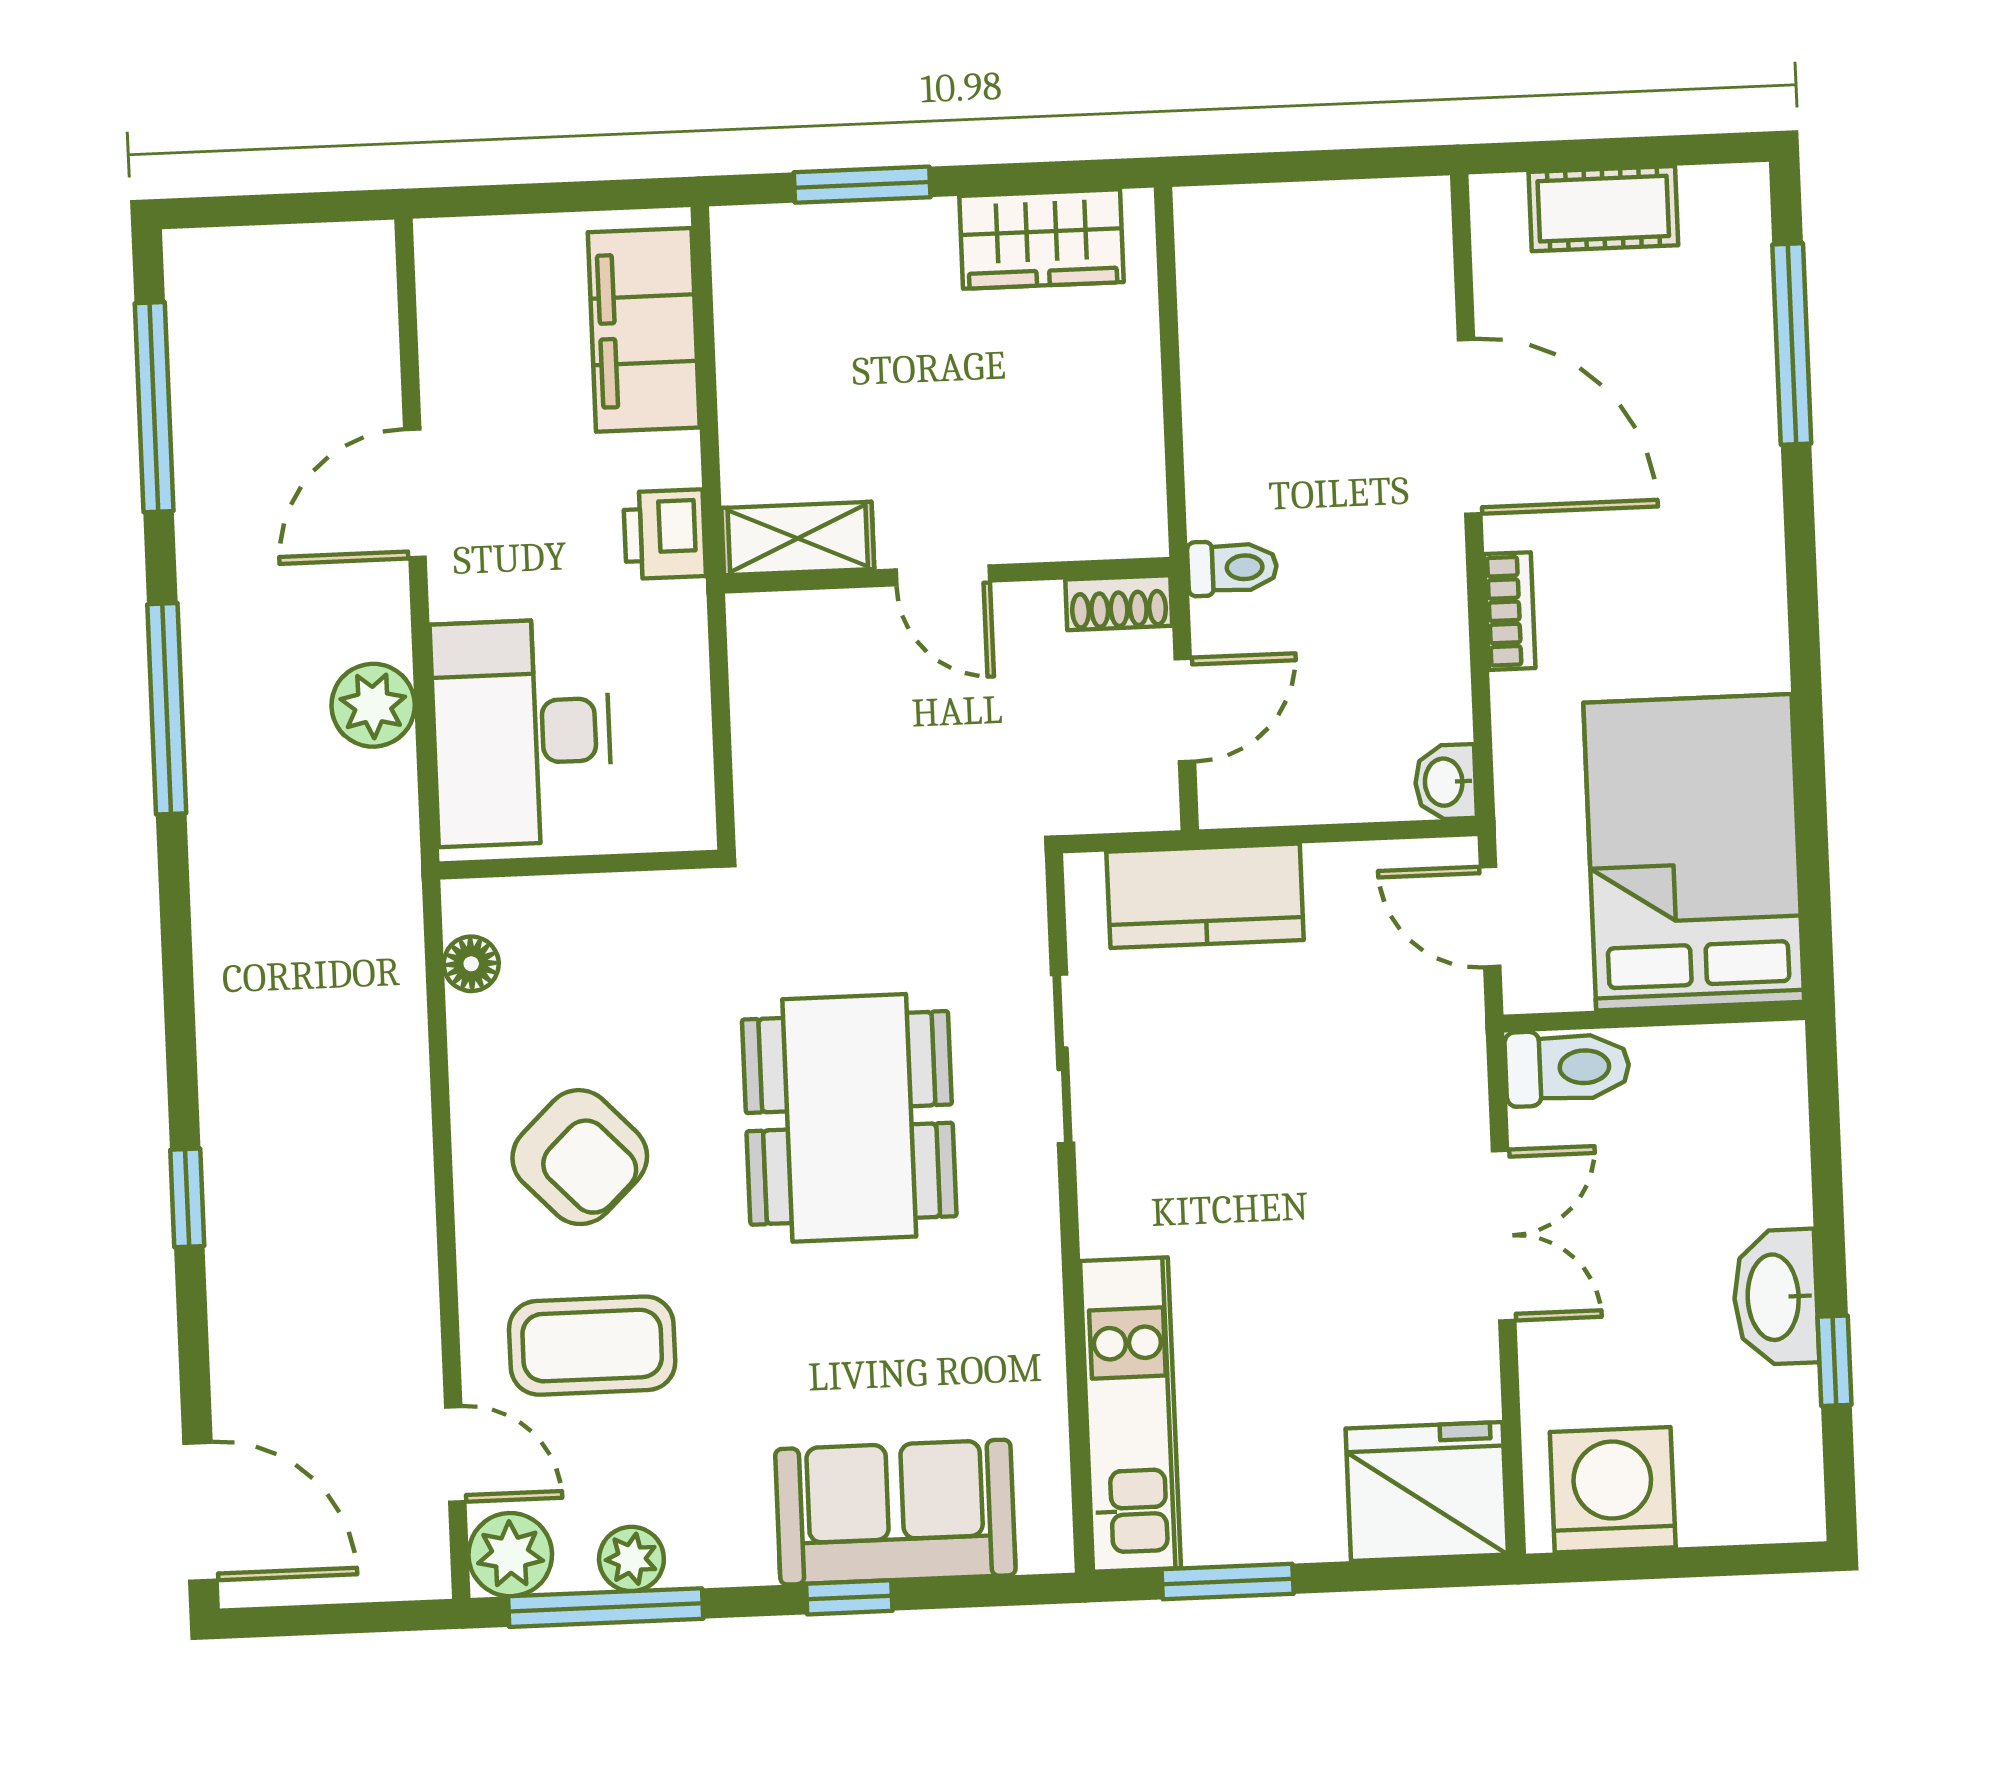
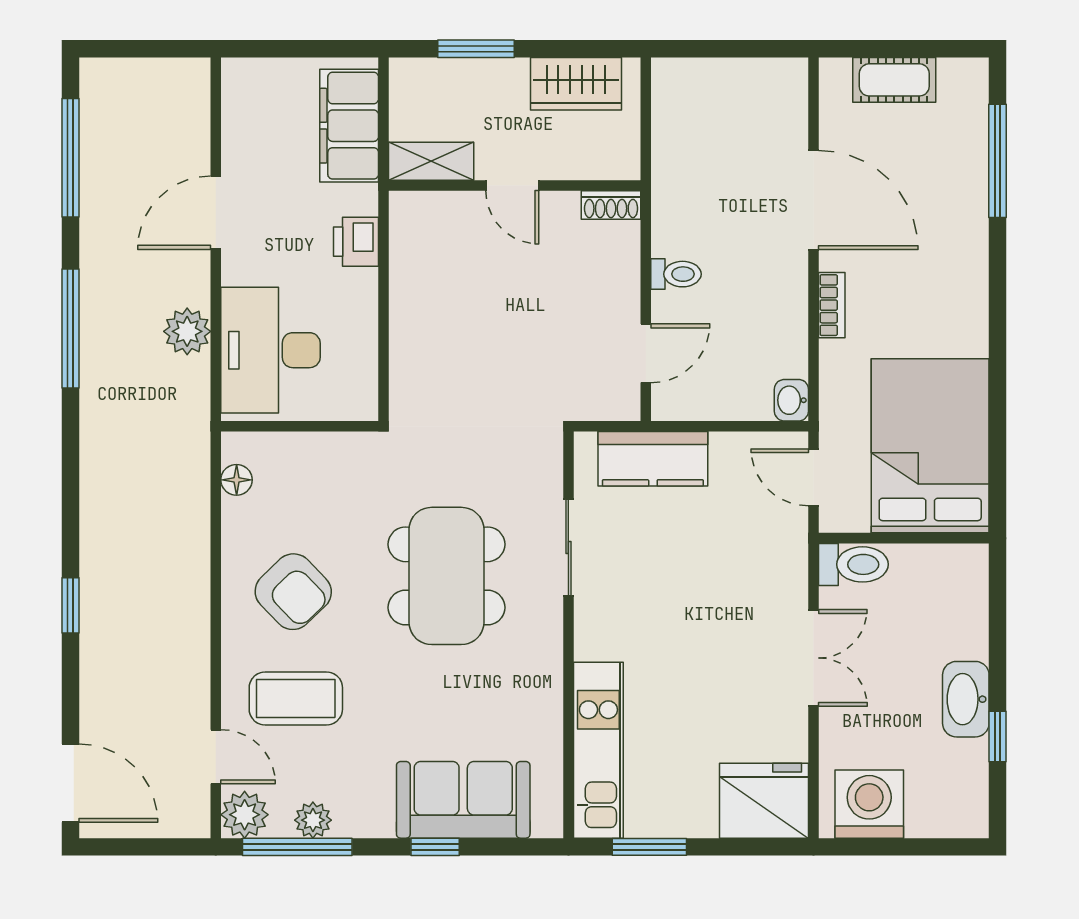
shelving: (798, 539) -> (431, 161), moved
door: (943, 575) -> (512, 186), moved
wall: (947, 575) -> (515, 186), moved
shoe rack: (1119, 603) -> (611, 205), moved

